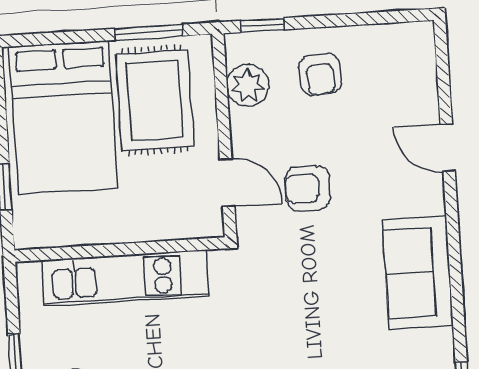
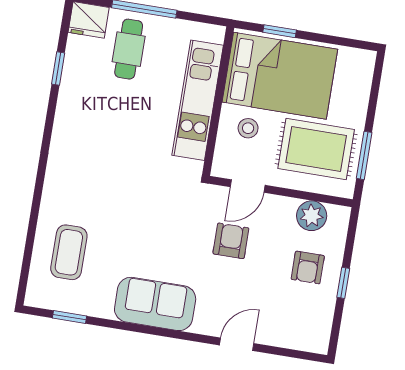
window: (262, 25) -> (343, 283), moved
armchair: (320, 74) -> (308, 267), turned -85
bed: (63, 118) -> (280, 76), moved, turned 180
stool: (148, 200) -> (248, 128), added

